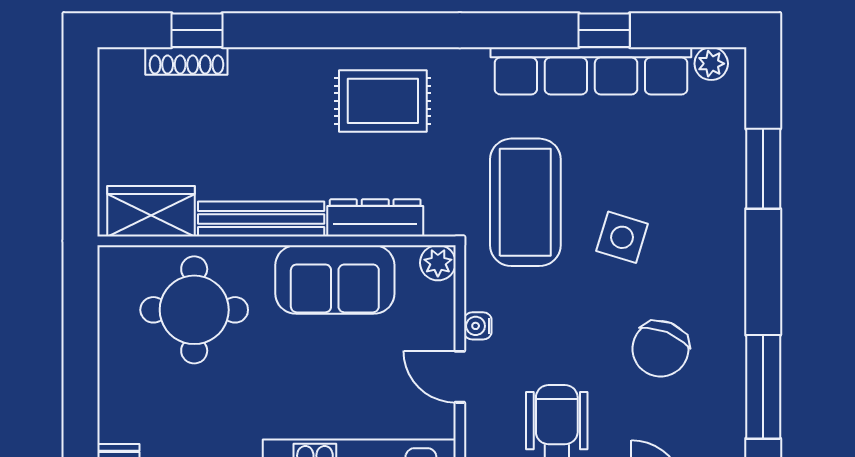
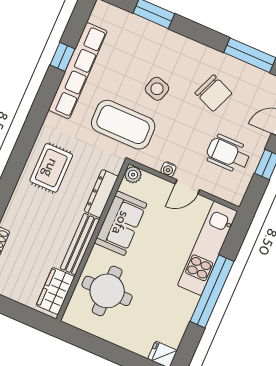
plant: (711, 64) -> (98, 16), removed

